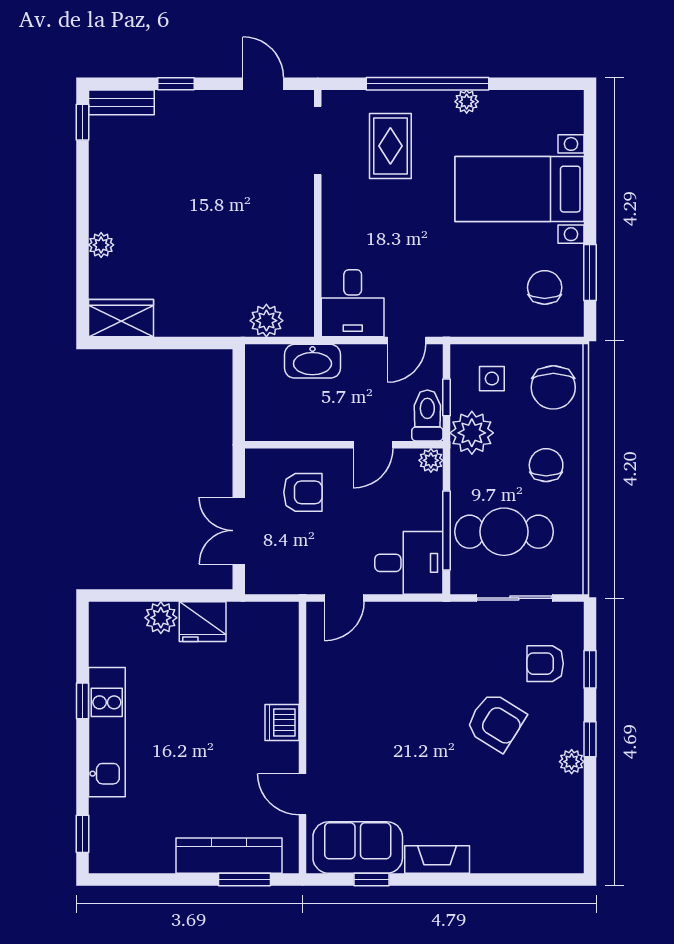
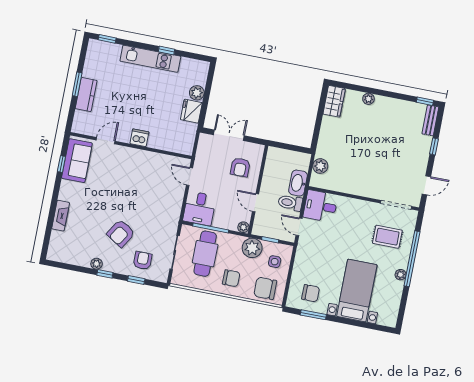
toilet: (427, 416) -> (290, 203), moved, turned 180
kitchen counter: (229, 856) -> (86, 95), width x0.67
fireplace: (437, 859) -> (61, 216), moved
window: (244, 879) -> (77, 84), moved

